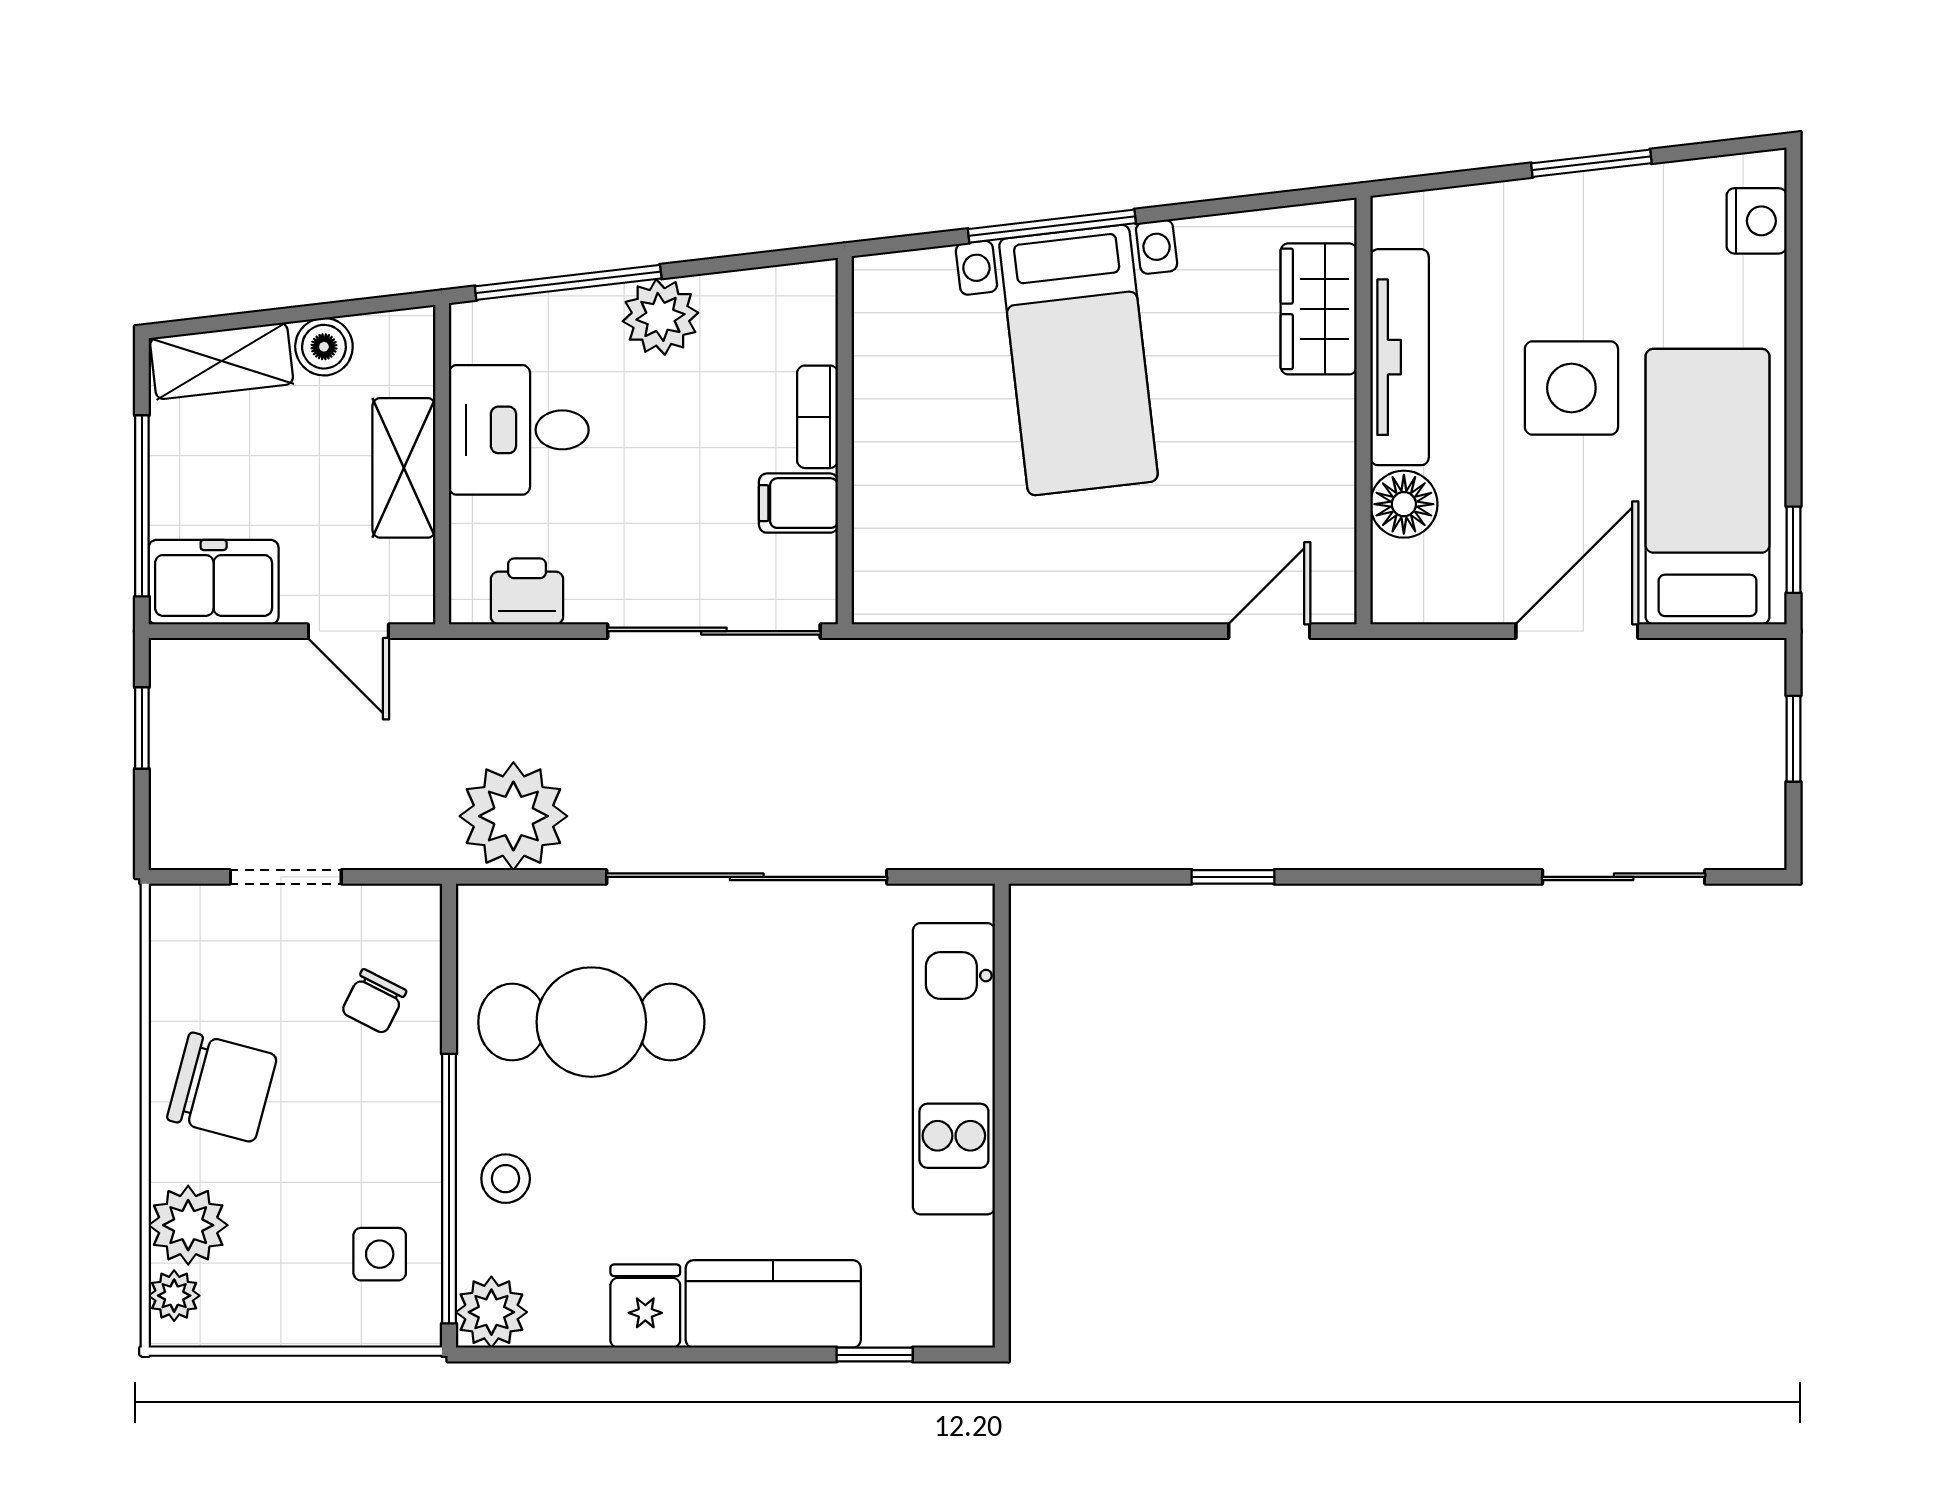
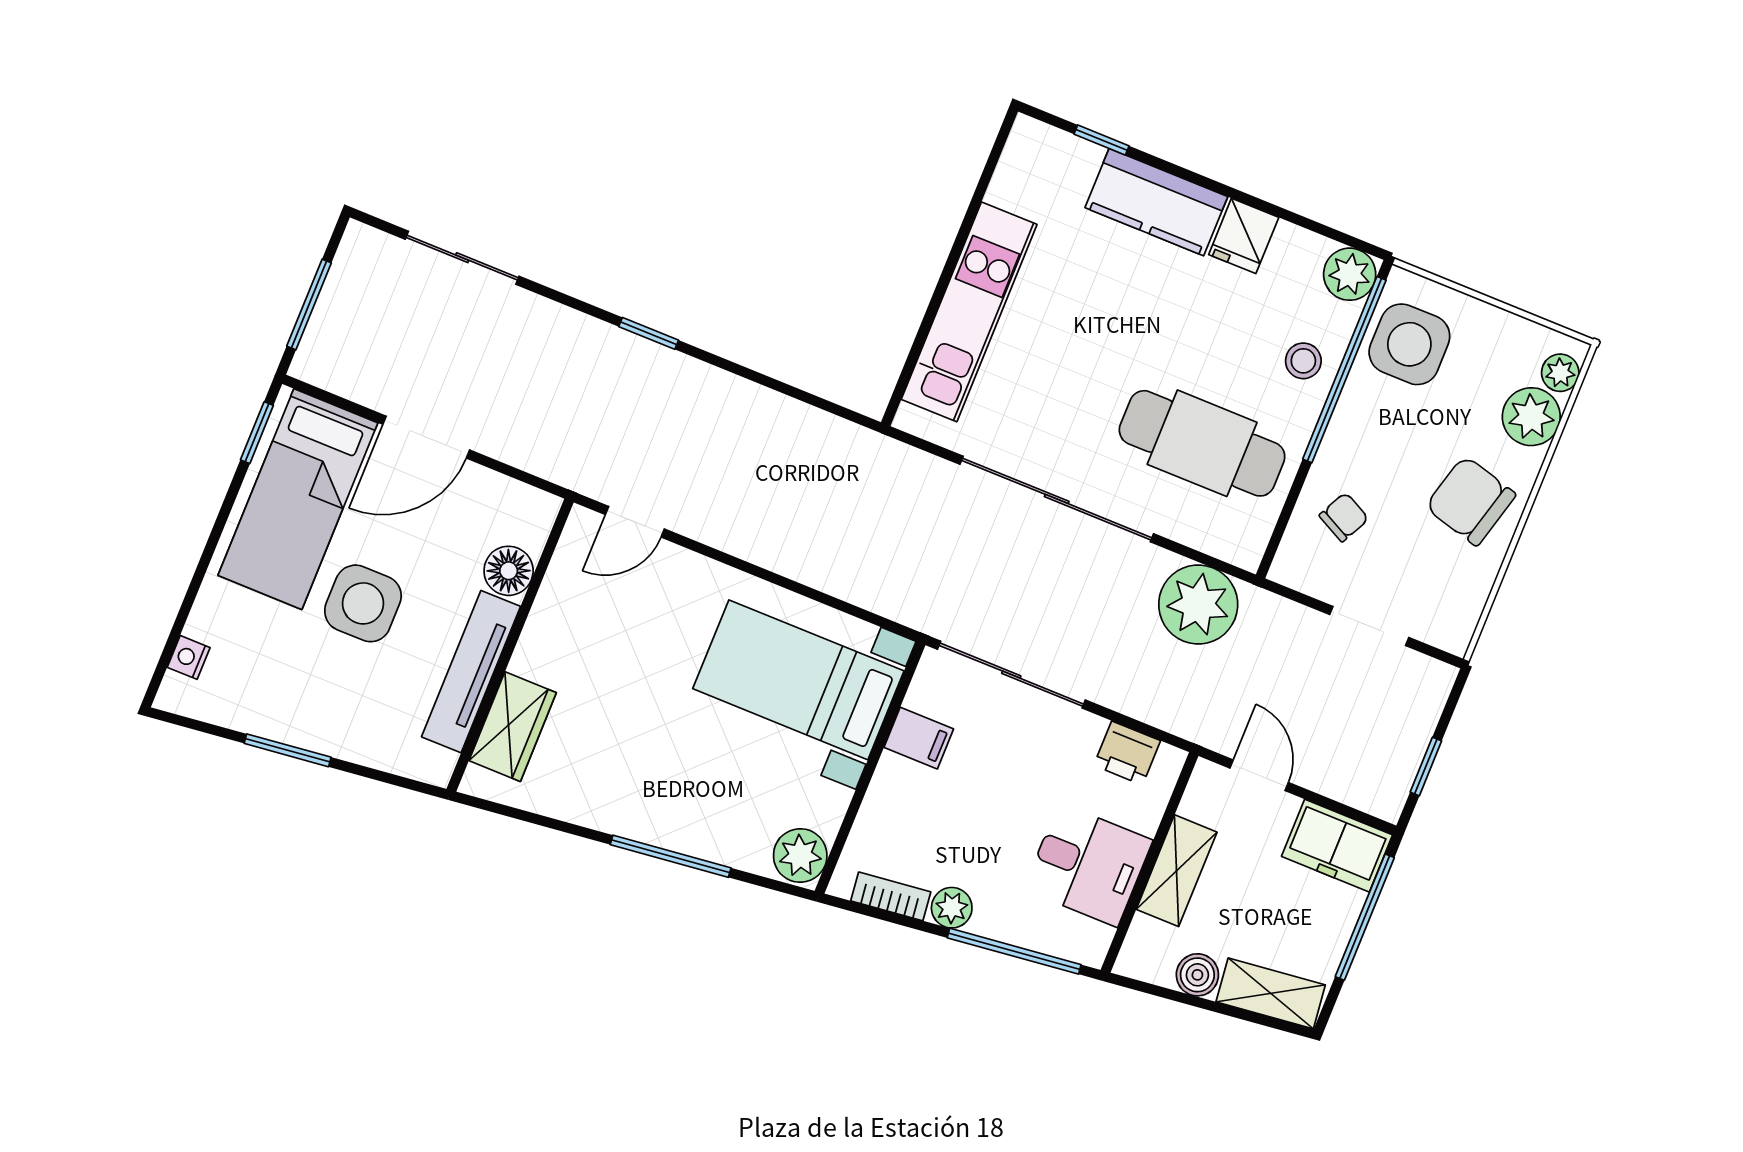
nightstand: (1757, 221) -> (189, 657), width x0.72, depth x0.74
plant: (888, 294) -> (800, 855), added
plant: (660, 317) -> (952, 908), width x0.73, depth x0.73
bed with nightstands: (1078, 360) -> (798, 680), moved, turned -83
bookcase: (817, 417) -> (891, 896), moved, turned -97
window: (1793, 739) -> (309, 304), width x1.50
window: (1233, 877) -> (649, 333), moved
side table: (380, 1254) -> (1409, 344), width x1.87, depth x1.87

